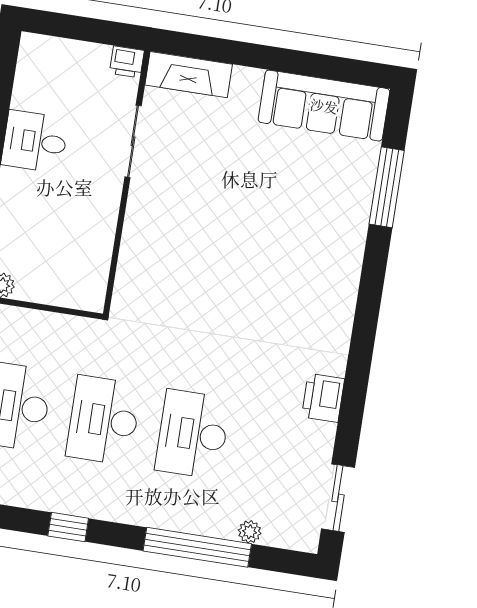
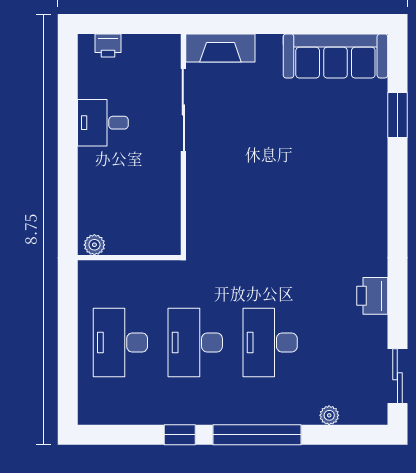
printer: (127, 62) -> (108, 45), moved
sliding door: (133, 141) -> (183, 110), width x1.37
window: (387, 187) -> (397, 115), width x0.69
window: (197, 547) -> (257, 435), moved

